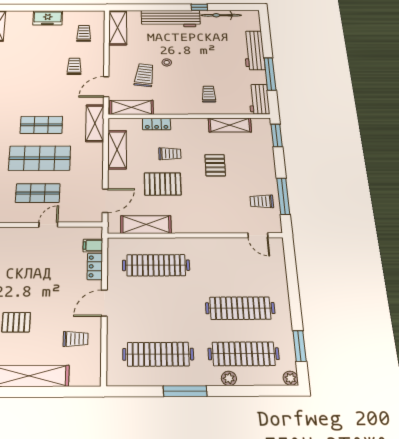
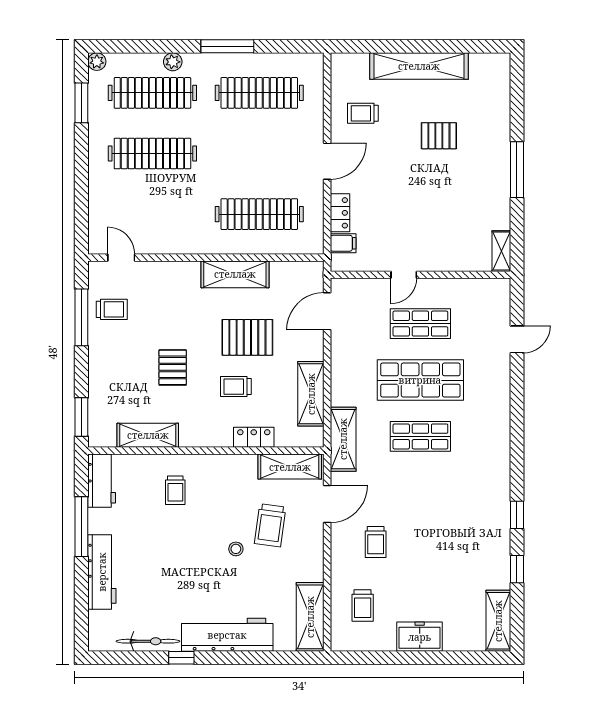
shelving: (146, 224) -> (235, 274), moved

